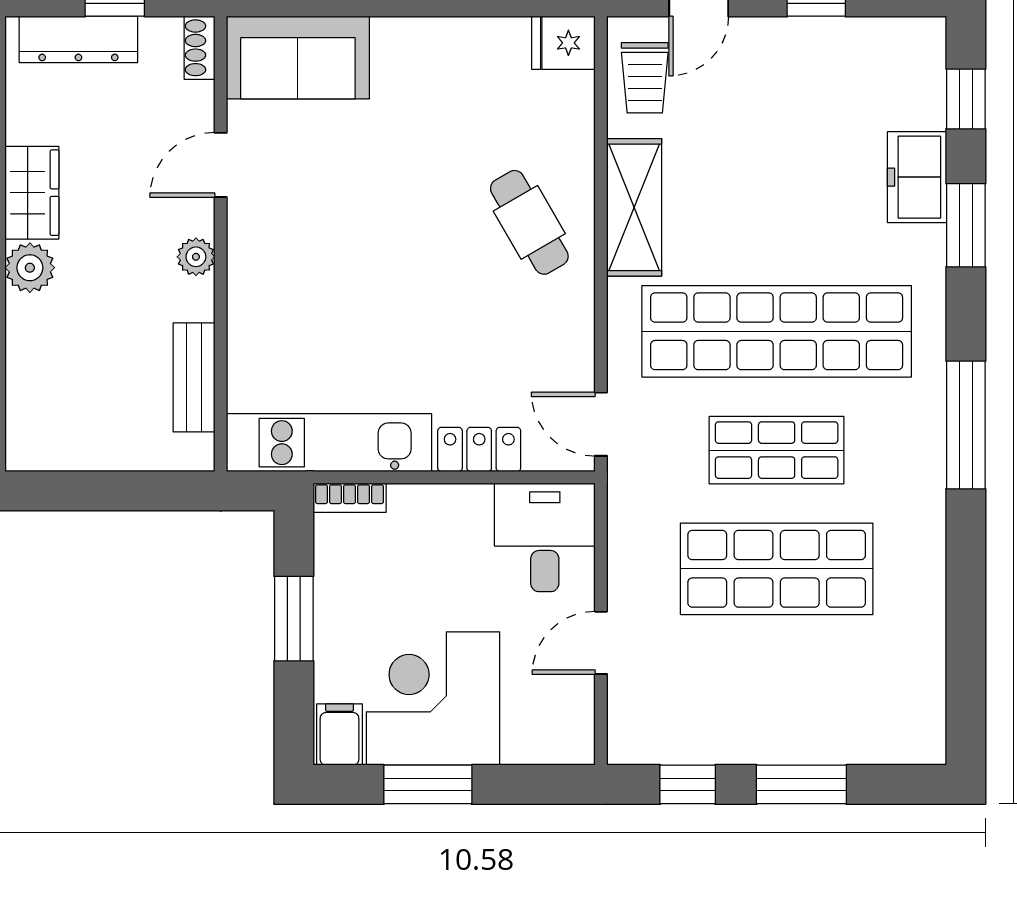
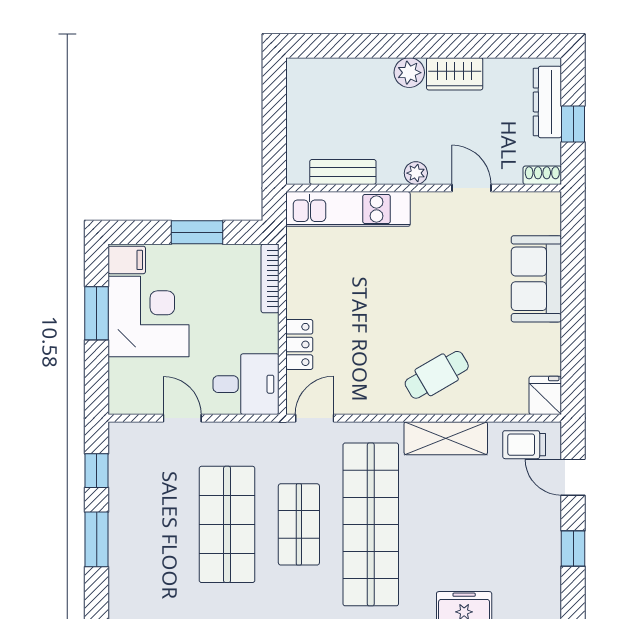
sofa: (298, 58) -> (536, 279), moved
kitchen unit: (329, 443) -> (348, 209), moved, turned 90
bookcase: (350, 498) -> (270, 278), width x1.56

